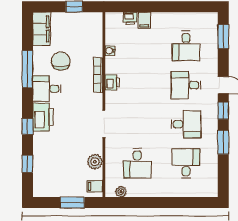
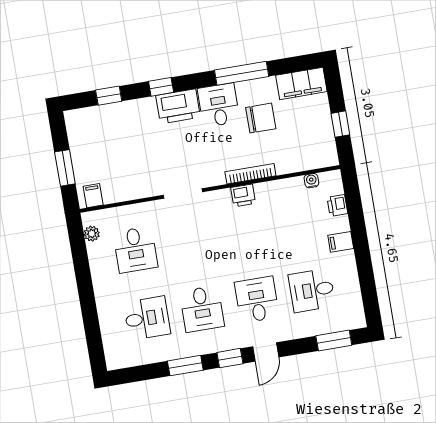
filing cabinet: (144, 20) -> (341, 242), moved
water cooler: (110, 51) -> (311, 181), moved
plant: (95, 162) -> (128, 190), removed
desk: (137, 163) -> (135, 250), turned -90

